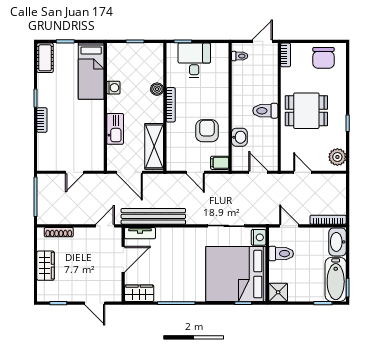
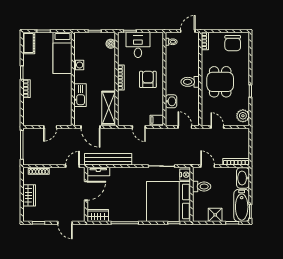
boiler: (157, 89) -> (111, 44), moved
dining table: (306, 111) -> (220, 82), turned 90
armchair: (207, 131) -> (148, 79), moved
shower: (278, 292) -> (215, 215), moved

